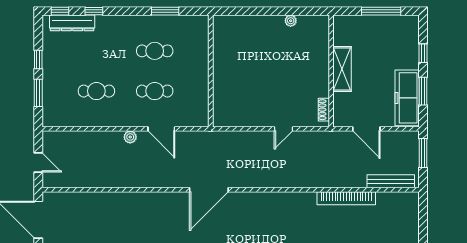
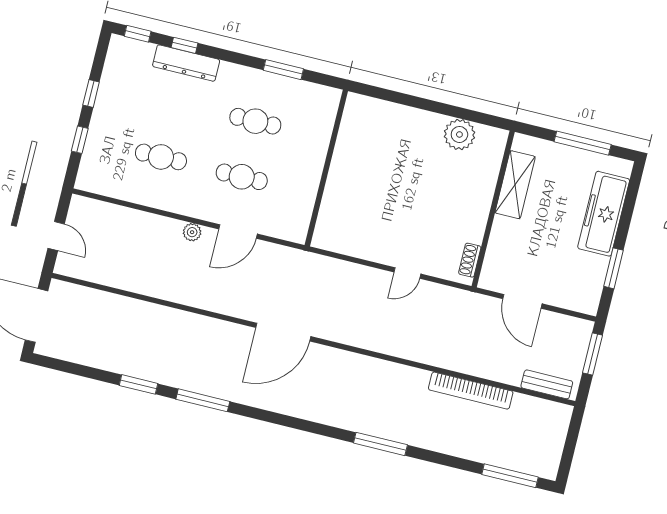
plant: (291, 21) -> (459, 134), width x1.88, depth x1.88
dresser: (72, 23) -> (186, 63), moved
window: (423, 53) -> (626, 216), removed
shelving: (342, 69) -> (515, 185), moved
window: (38, 93) -> (80, 140), width x0.67
freezer: (407, 98) -> (604, 214), moved
door: (161, 129) -> (238, 231), hinge flipped
bench: (391, 181) -> (547, 384), width x0.73

